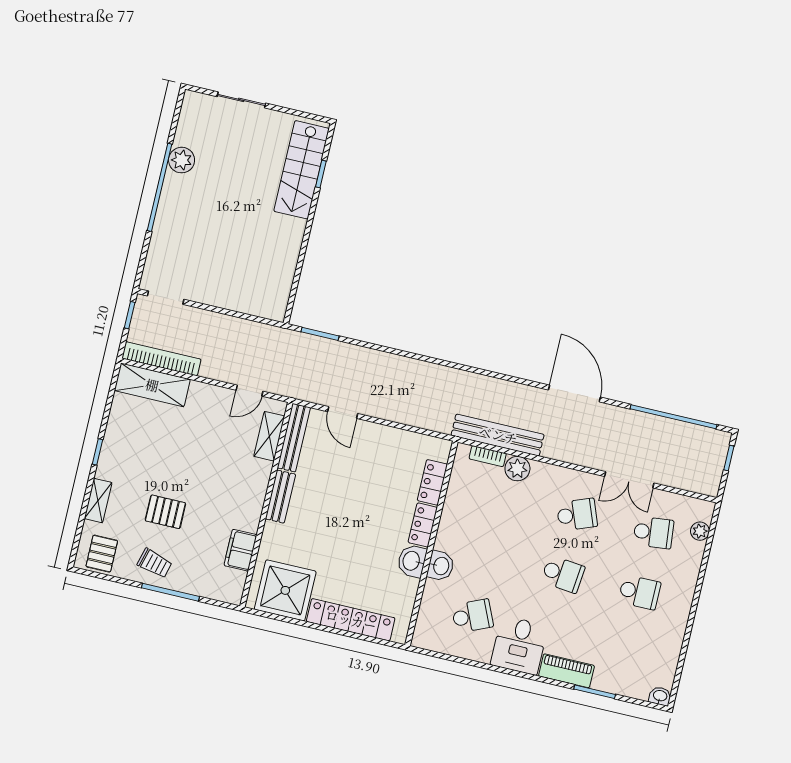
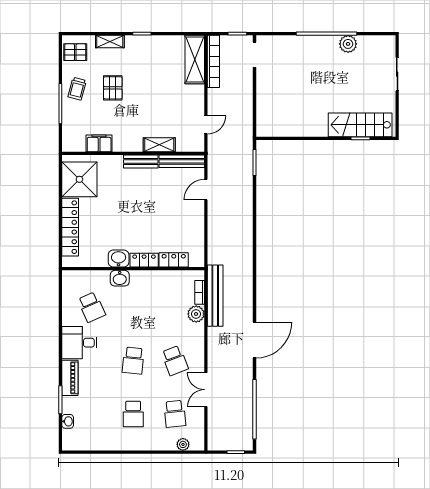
door: (250, 391) -> (206, 125), swing flipped
shelving: (269, 436) -> (159, 145), moved
washbasin: (660, 696) -> (68, 421), moved

